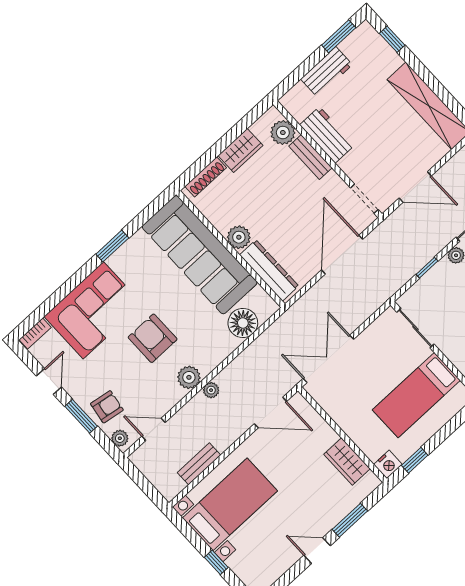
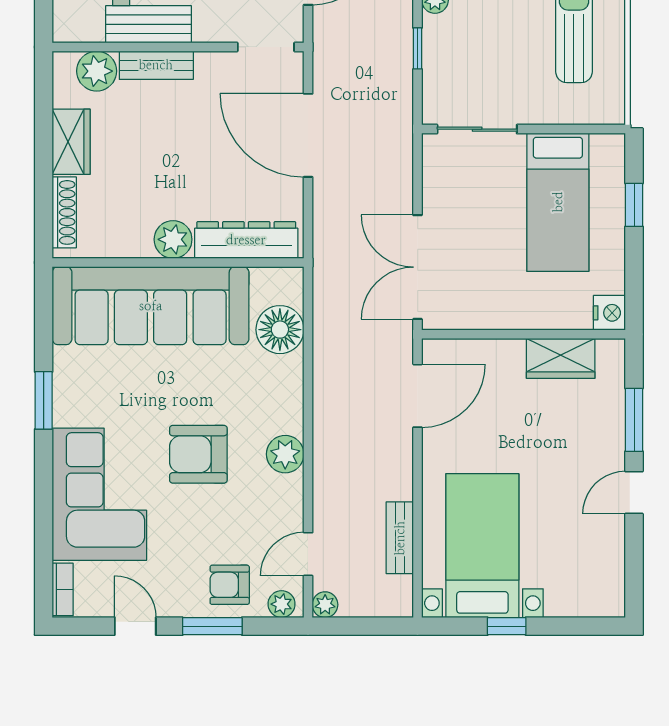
plant: (211, 390) -> (325, 605), moved
armchair: (107, 407) -> (230, 585), turned -99
window: (415, 460) -> (634, 205), moved
window: (216, 562) -> (507, 626), moved

